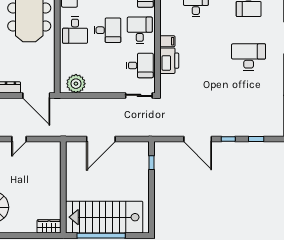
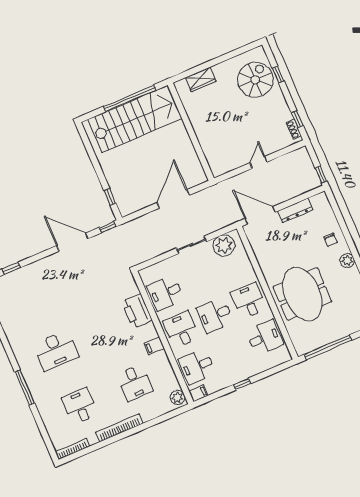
desk: (140, 30) -> (181, 330), turned 180
filing cabinet: (167, 41) -> (154, 346), moved
sliding door: (139, 95) -> (191, 245), moved
window: (228, 139) -> (107, 227), moved
wardrobe: (49, 226) -> (201, 79), moved

